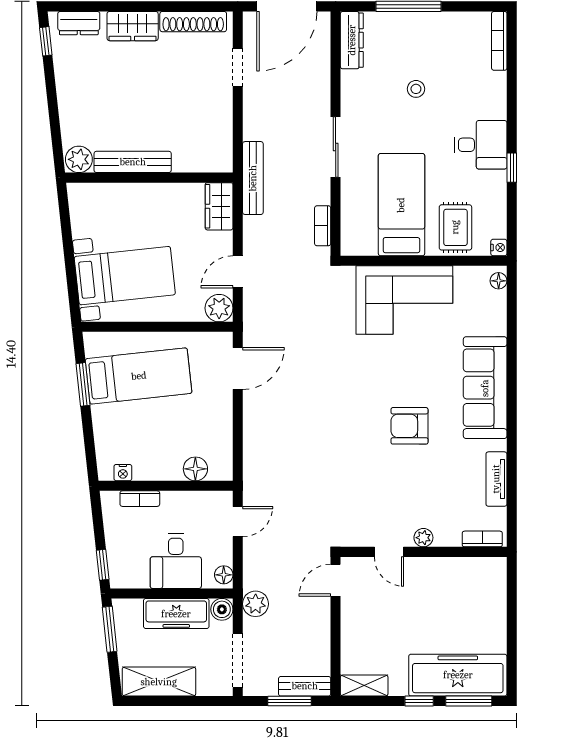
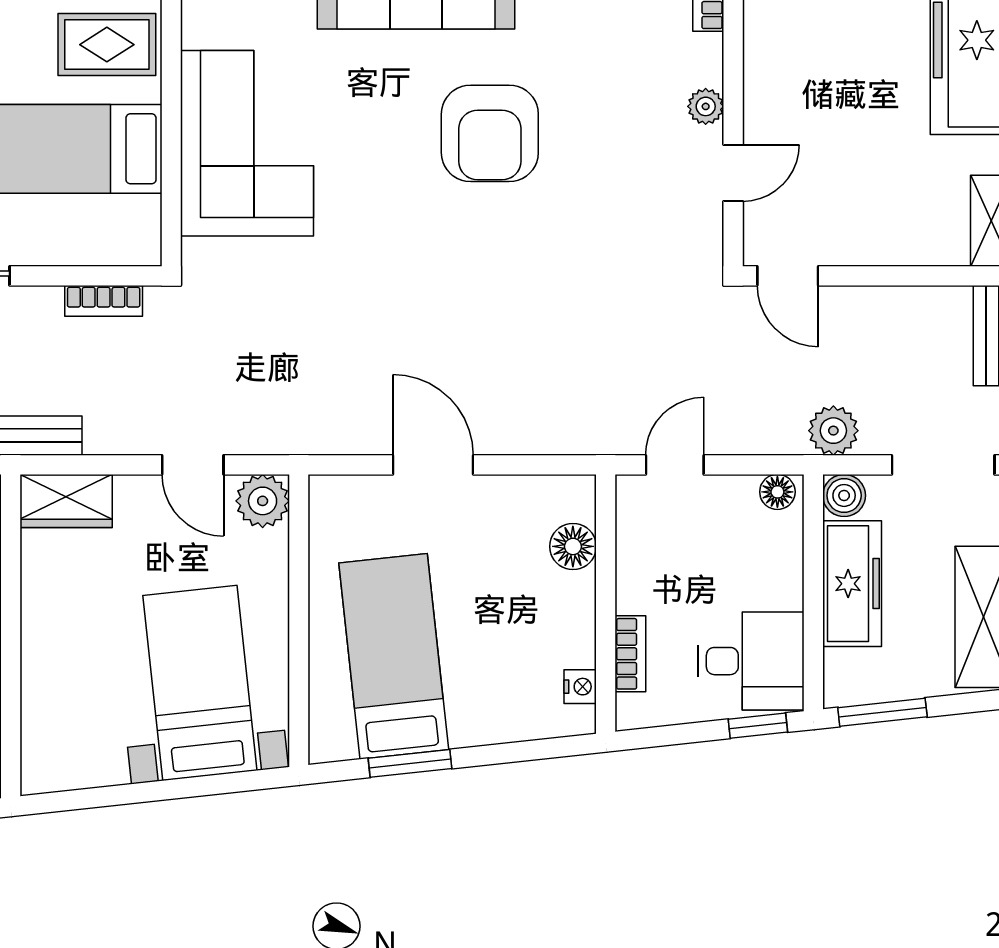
door: (238, 369) -> (433, 465), moved
armchair: (409, 426) -> (490, 133), width x1.36, depth x1.36
door: (238, 522) -> (675, 465), hinge flipped
desk: (176, 561) -> (751, 661), moved

